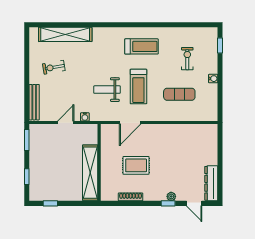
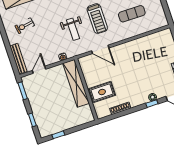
weight bench: (107, 90) -> (73, 29), turned -90
door: (66, 123) -> (39, 70), moved
door: (130, 123) -> (100, 49), hinge flipped
rug: (136, 165) -> (102, 92), moved
shelving: (90, 173) -> (76, 83), moved

